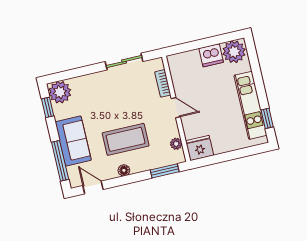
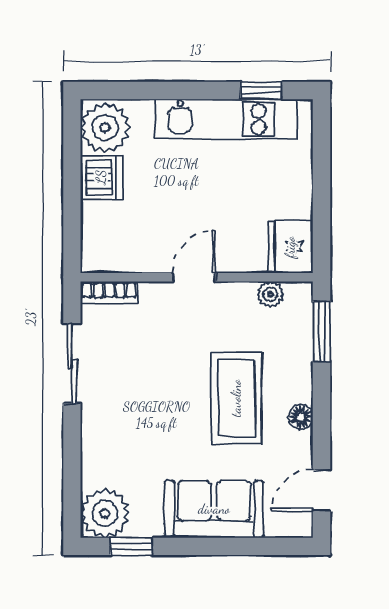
bookcase: (163, 83) -> (109, 293), moved
window: (60, 161) -> (249, 546), removed

